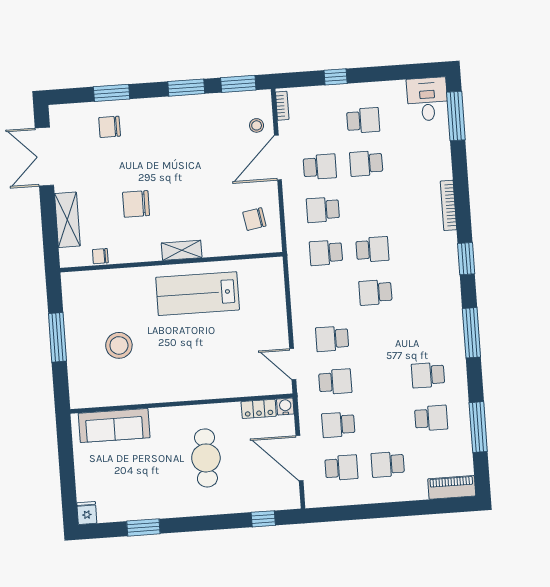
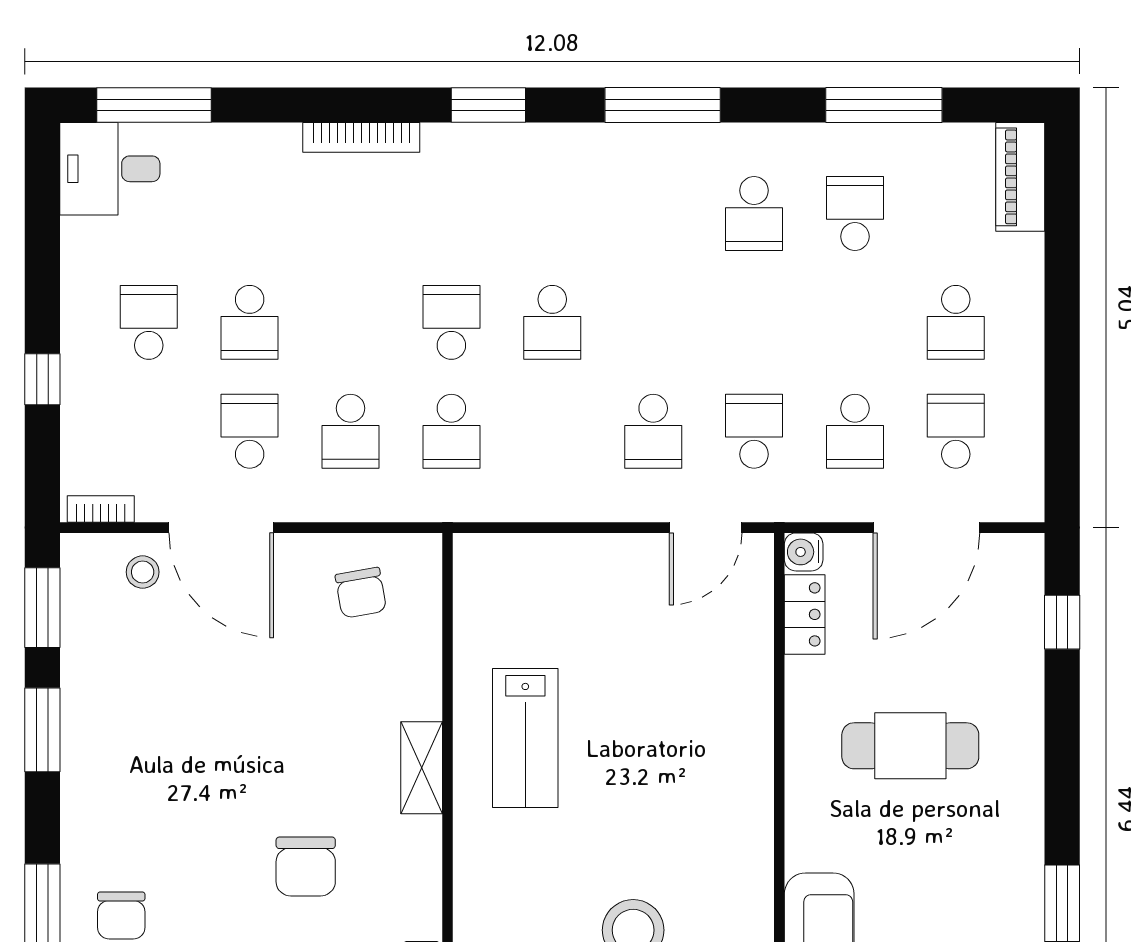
lab bench: (198, 294) -> (525, 738), width x0.73, depth x0.72

